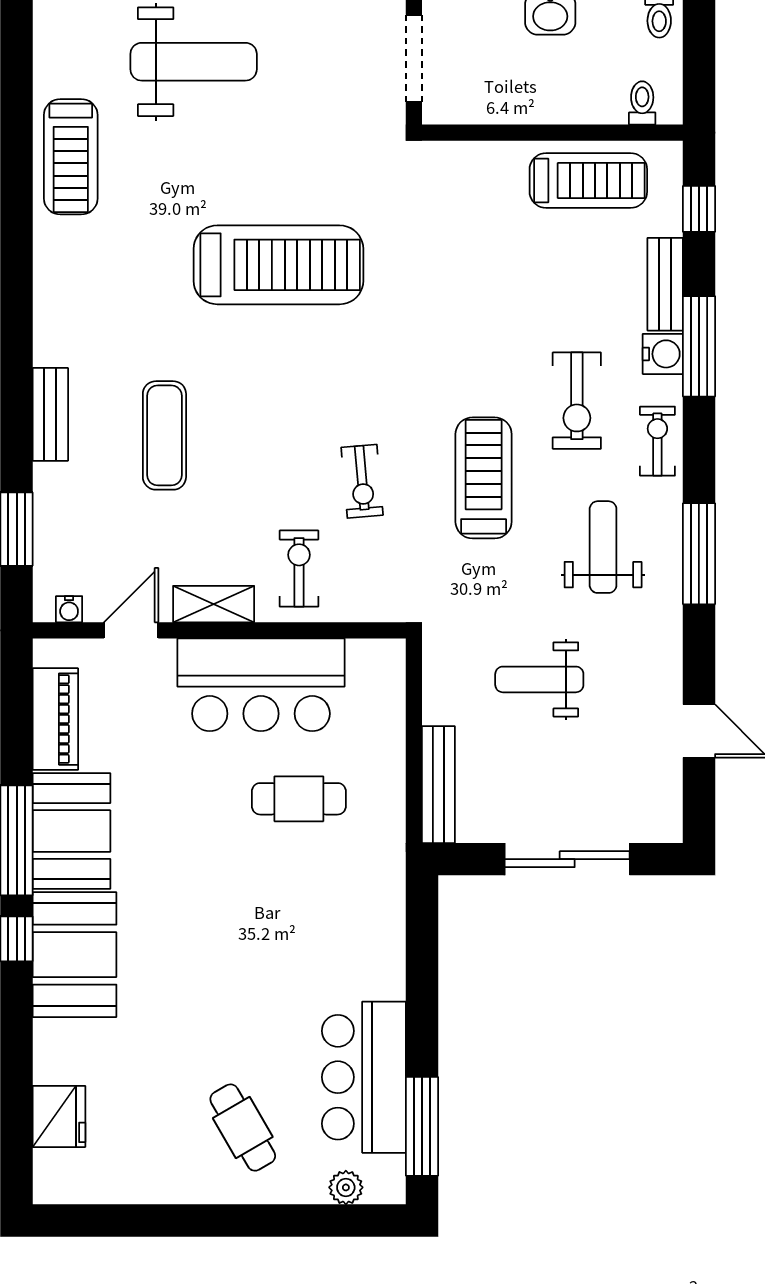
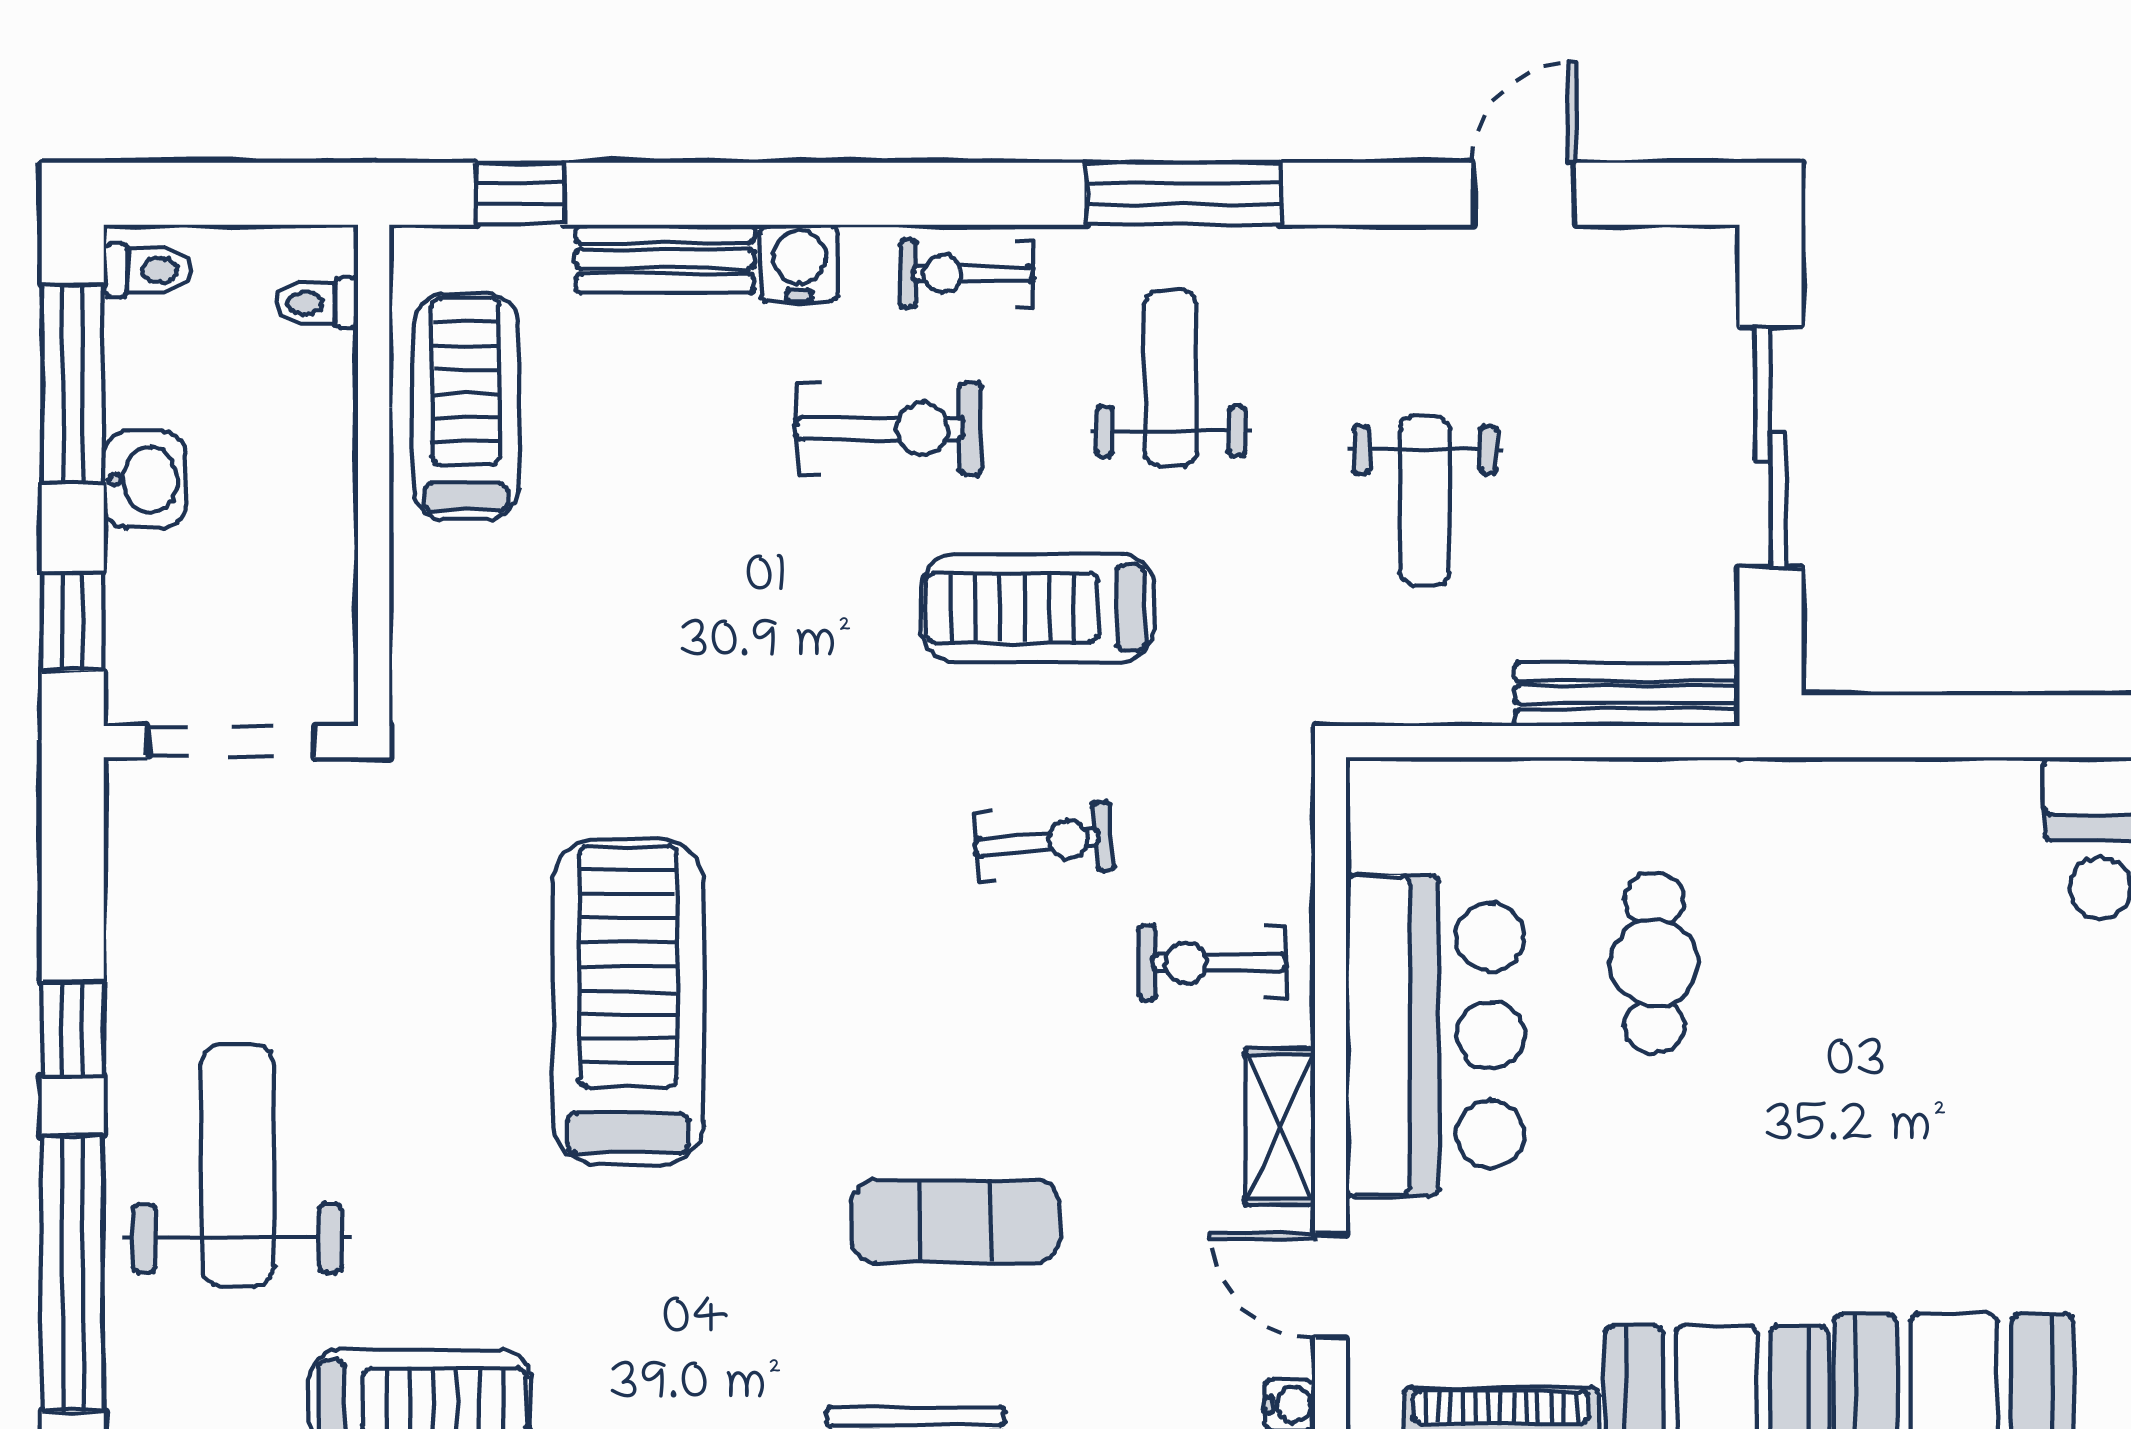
window: (699, 346) -> (785, 194), removed
weight bench: (603, 547) -> (1171, 378), turned 90

